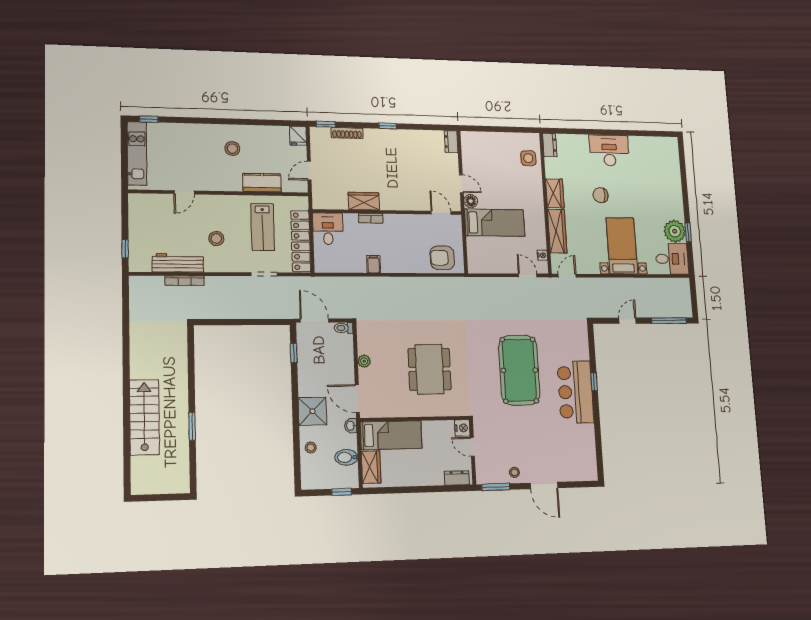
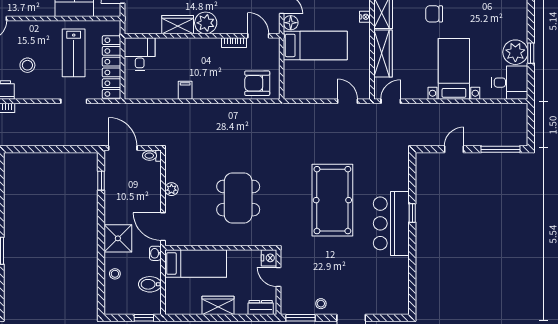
plant: (391, 200) -> (206, 23), added
bookcase: (371, 218) -> (234, 43), moved
nightstand: (542, 255) -> (365, 17), moved
wardrobe: (371, 467) -> (218, 305), moved, turned -90

